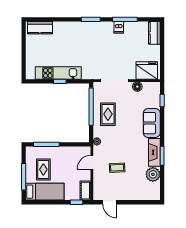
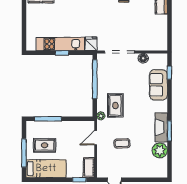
fridge: (147, 71) -> (91, 44), moved, width x0.53, depth x0.75
rug: (108, 114) -> (115, 105), moved
sofa: (152, 123) -> (158, 85), moved
rug: (43, 169) -> (45, 145), turned 90

